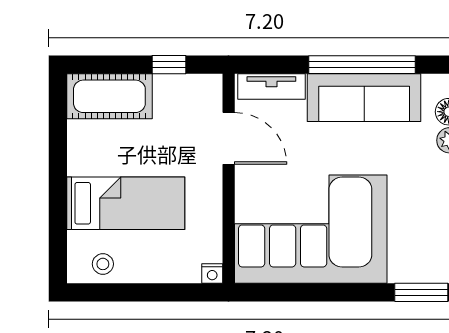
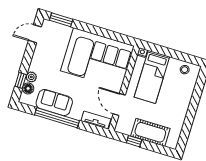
cot: (109, 96) -> (150, 132), moved
sofa: (364, 98) -> (54, 103), width x0.73
bed: (126, 203) -> (152, 77), moved, turned -90

